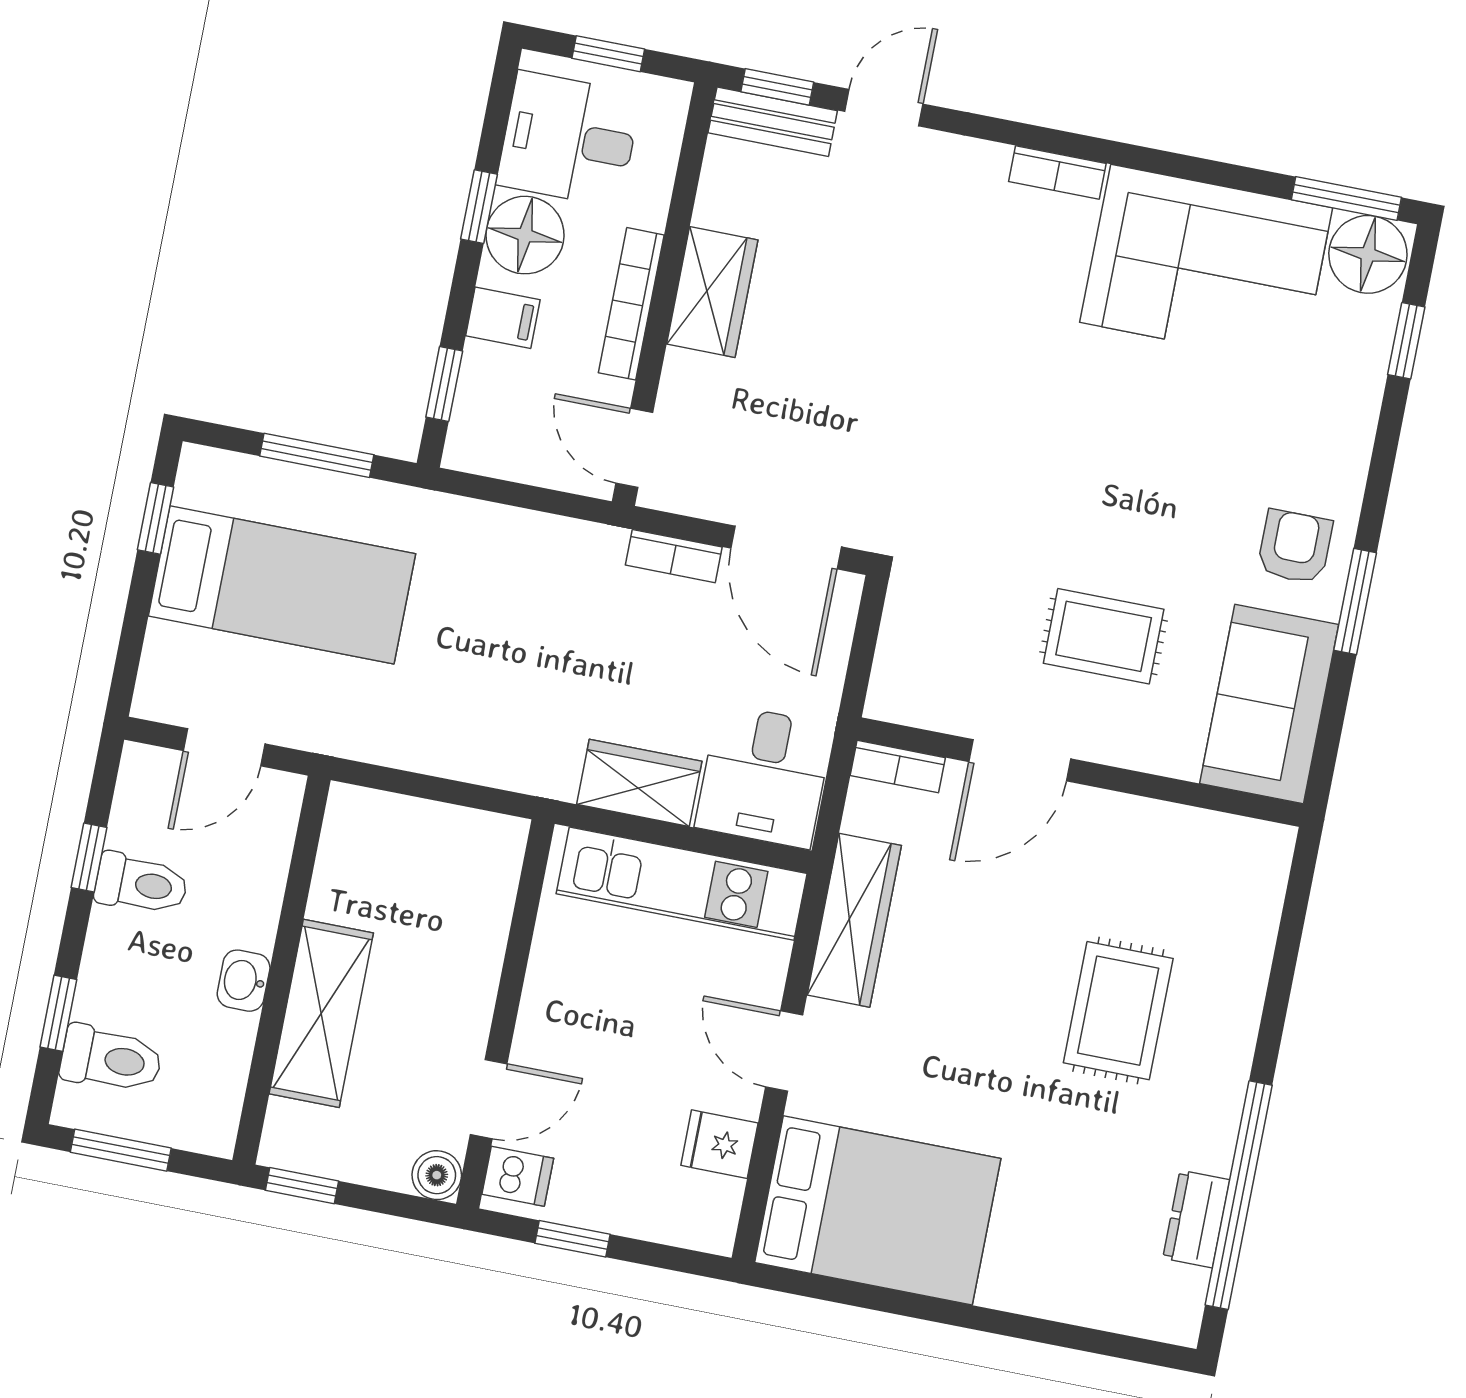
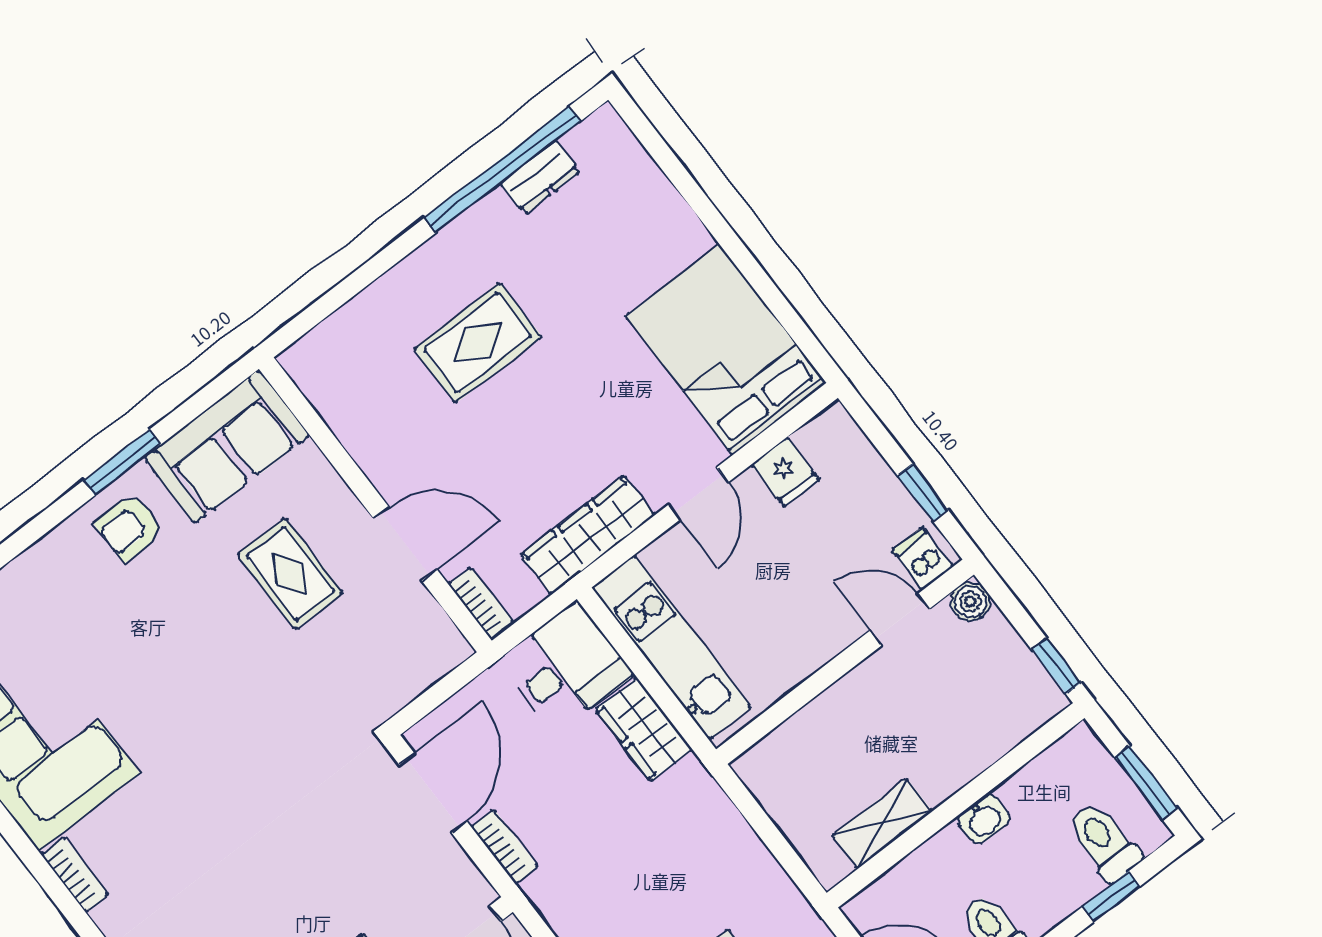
shelving: (321, 1013) -> (882, 823), moved, width x0.67, depth x0.75

